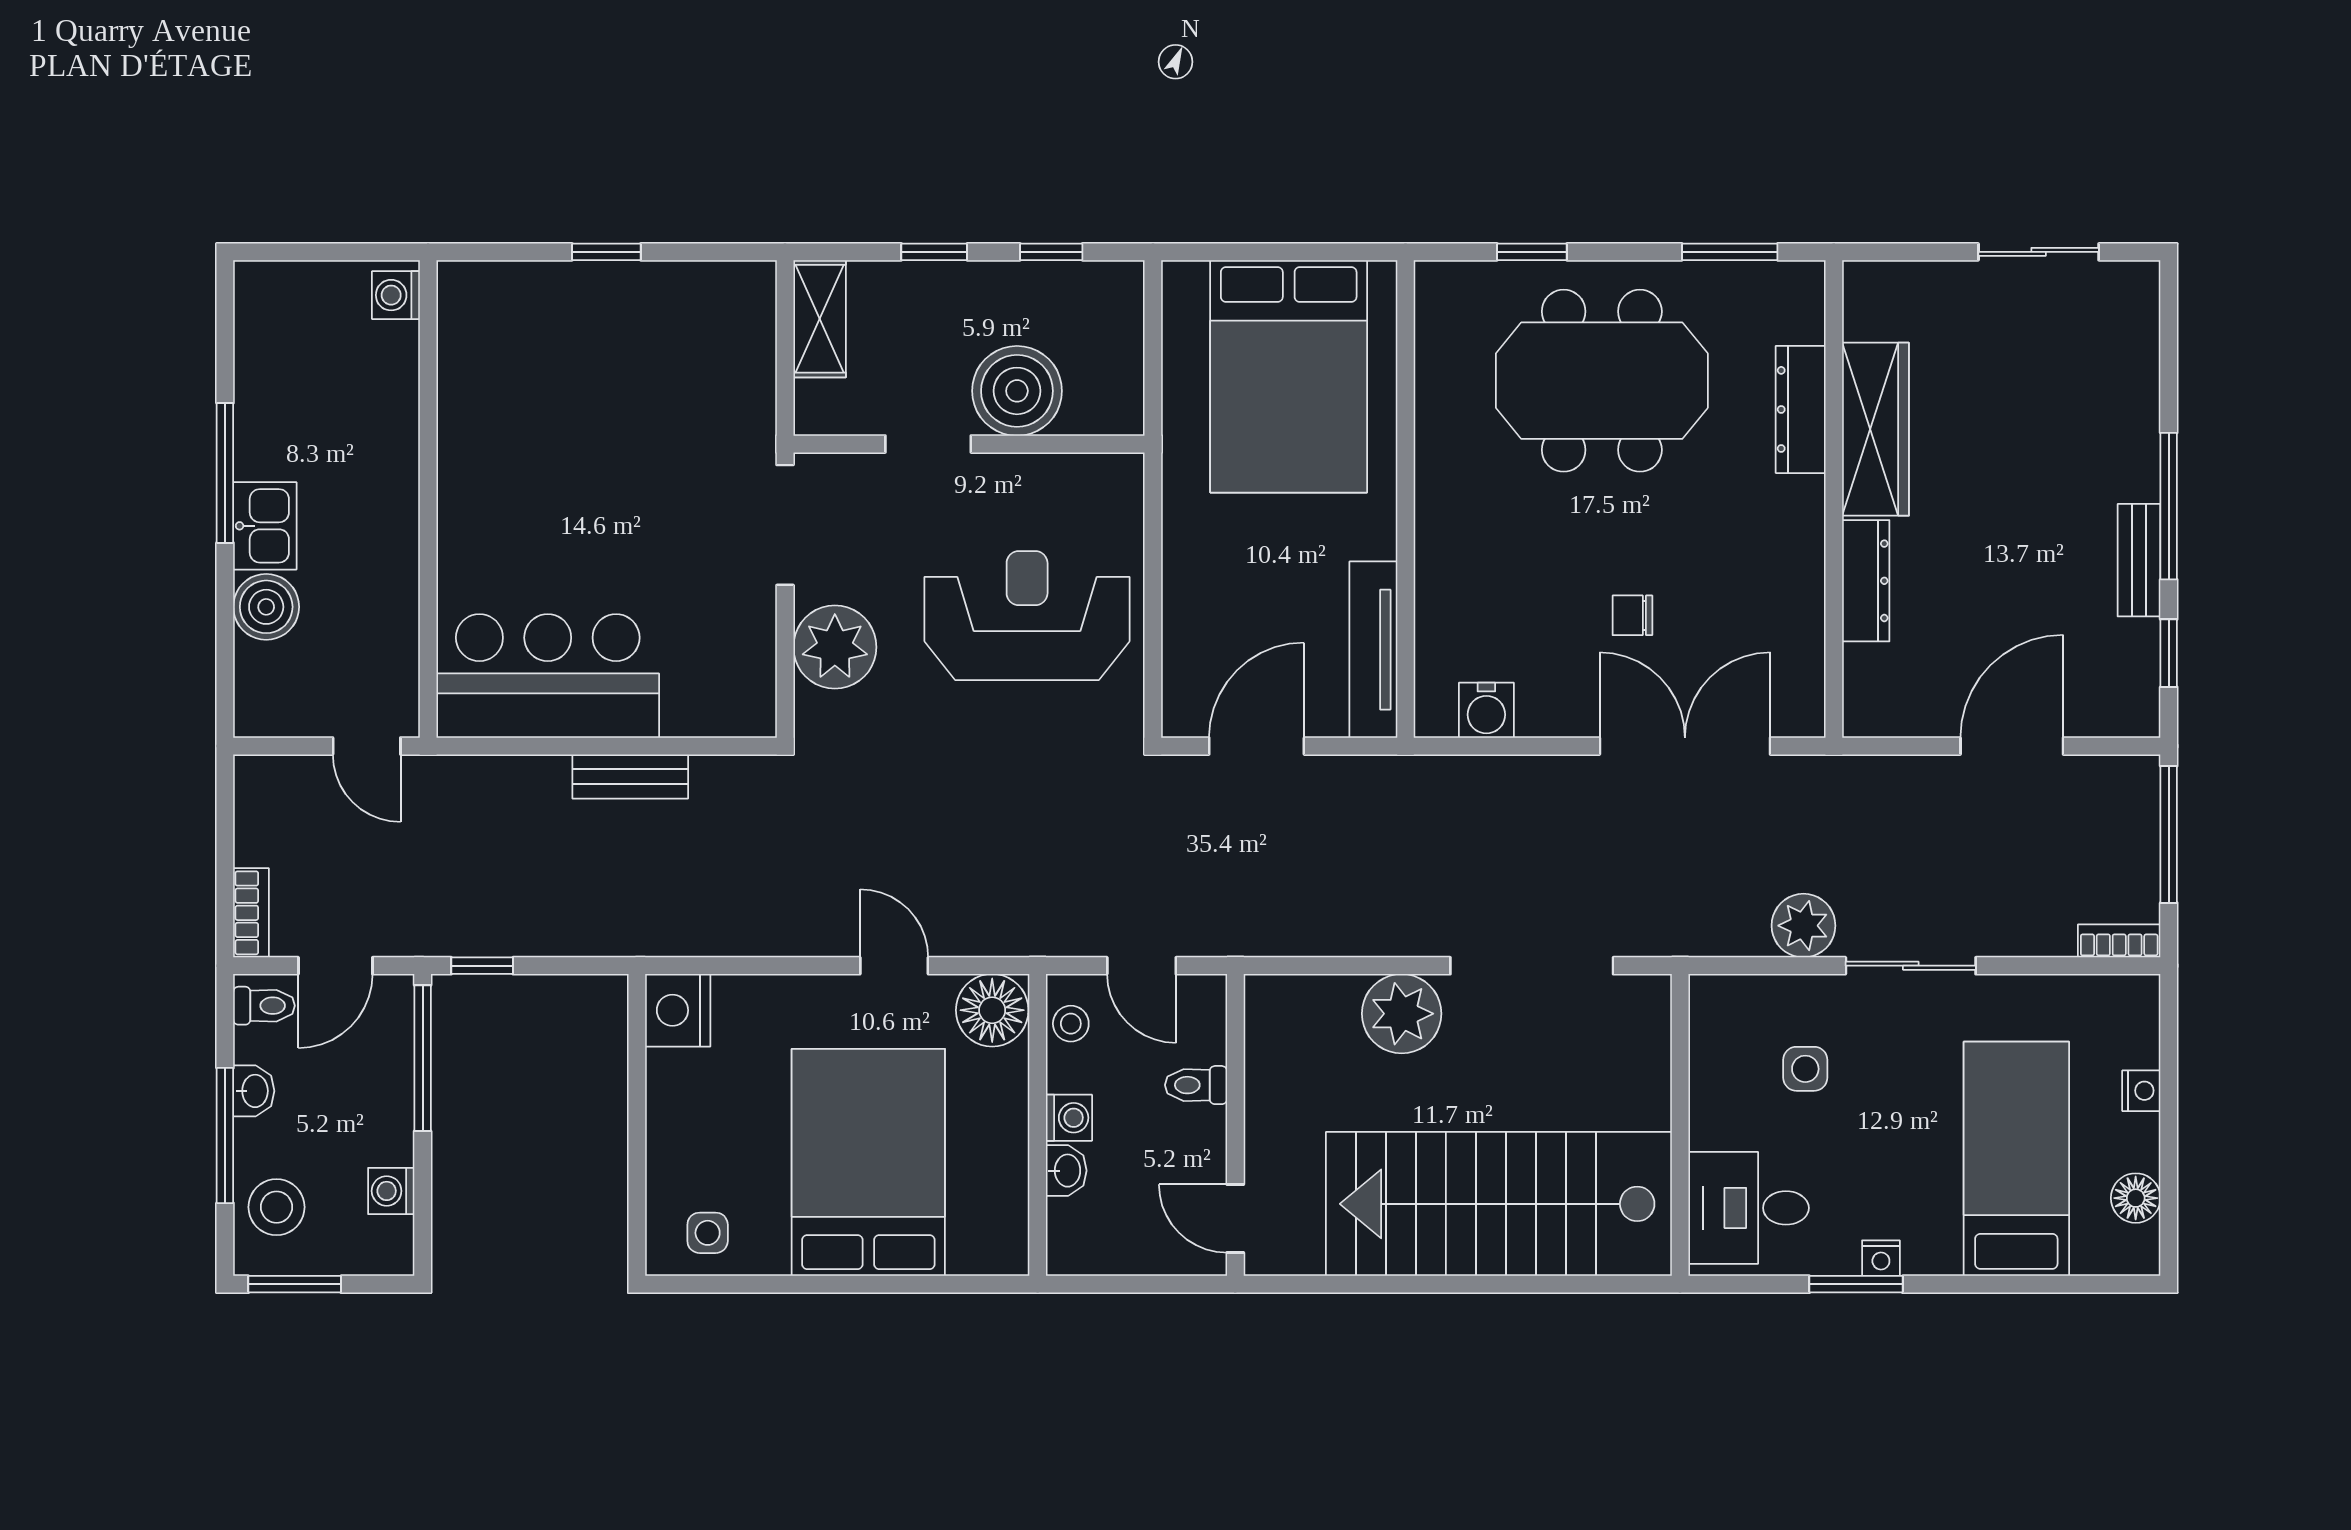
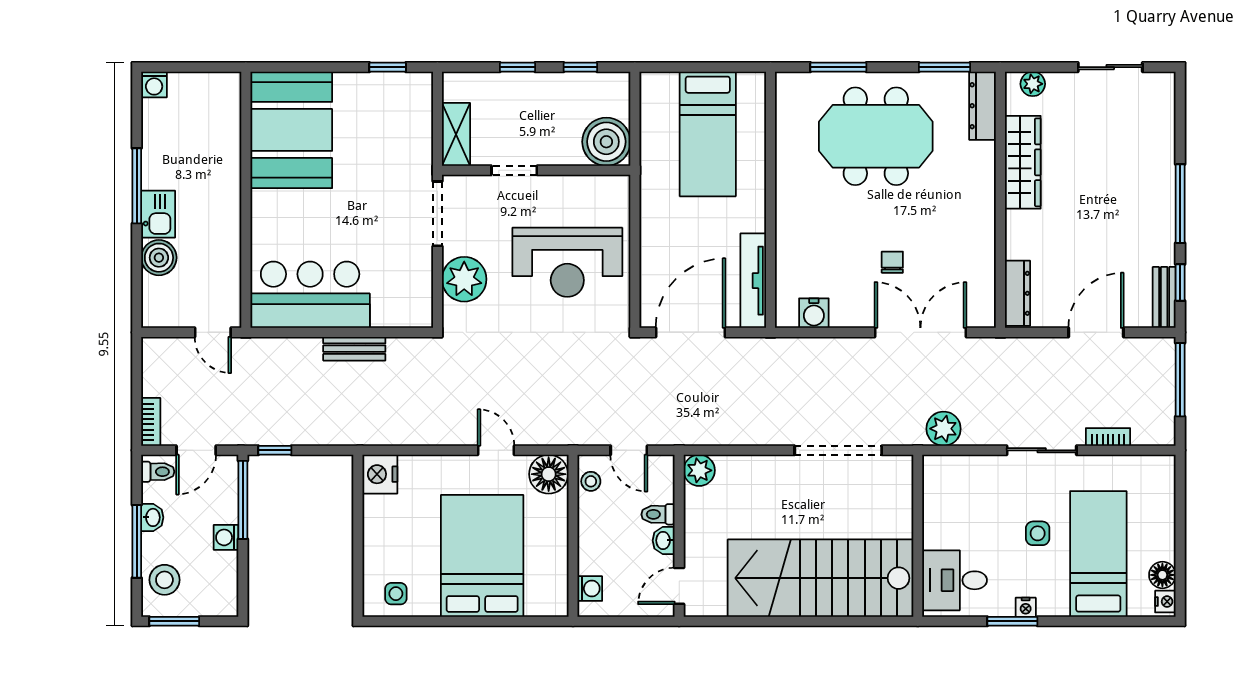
window: (606, 252) -> (388, 67), moved
window: (1532, 252) -> (838, 67), width x1.50
plant: (1894, 283) -> (1033, 84), added
washing machine: (396, 295) -> (154, 84), moved, turned -90
shelving: (820, 319) -> (456, 134), moved
booth: (513, 369) -> (291, 130), added
bed: (1289, 376) -> (708, 134), width x0.67
boiler: (1017, 391) -> (606, 142), moved
dresser: (1801, 409) -> (983, 106), moved
bench: (2139, 560) -> (1164, 297), moved
dresser: (1866, 581) -> (1017, 293), moved
chair: (1632, 615) -> (892, 262), turned 90
reception desk: (1027, 616) -> (567, 262), turned 180
door: (1257, 746) -> (691, 332), width x1.36
plant: (1803, 926) -> (944, 429), moved
bookcase: (2119, 941) -> (1108, 437), moved
plant: (1402, 1014) -> (699, 470), moved, width x0.73, depth x0.73
side table: (1805, 1069) -> (1038, 533), moved
nightstand: (2141, 1091) -> (1165, 602), moved
washing machine: (1069, 1118) -> (590, 589), moved
washbasin: (1066, 1171) -> (664, 540), moved, turned 180
washing machine: (391, 1191) -> (226, 537), moved
door: (1235, 1219) -> (679, 586), hinge flipped

